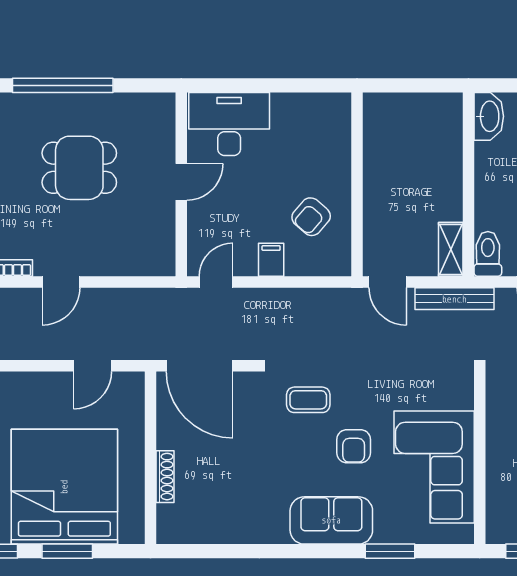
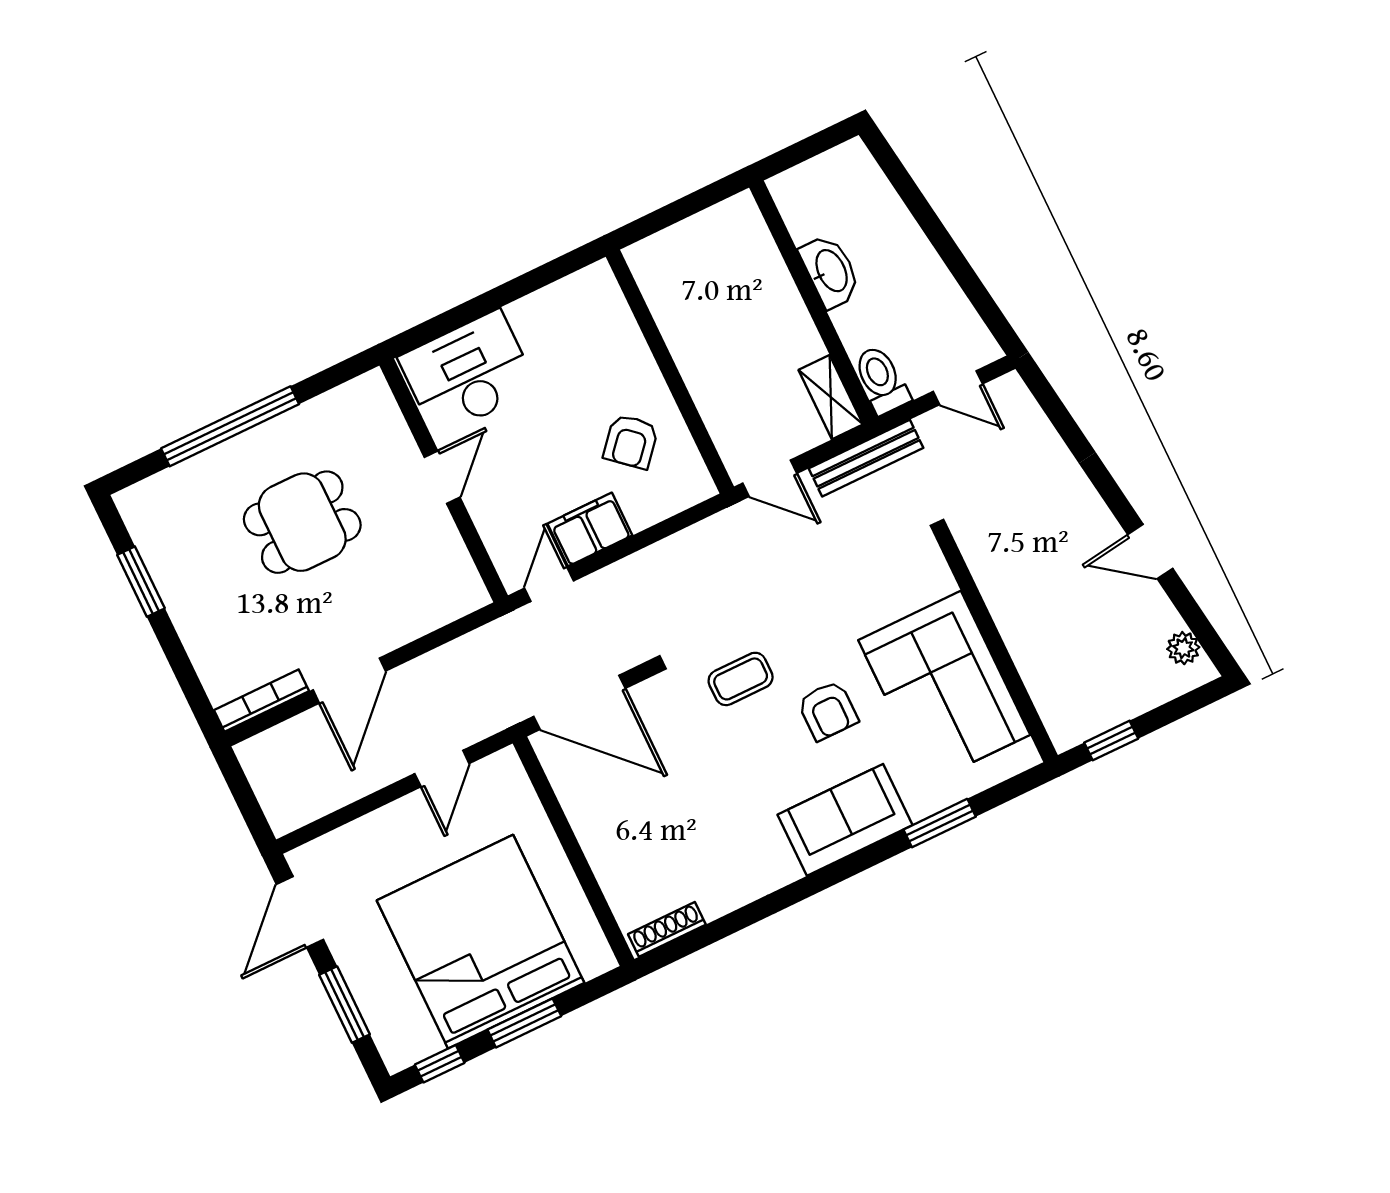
washbasin: (489, 116) -> (830, 271), moved
filing cabinet: (271, 260) -> (590, 529), width x2.00
door: (61, 282) -> (349, 681), width x1.38
shoe rack: (165, 477) -> (667, 929), moved, turned -90

